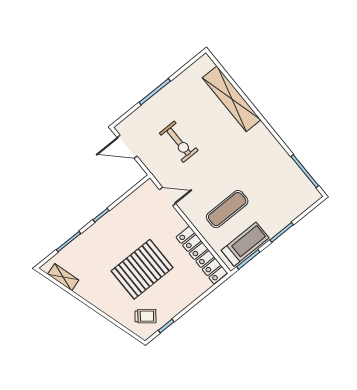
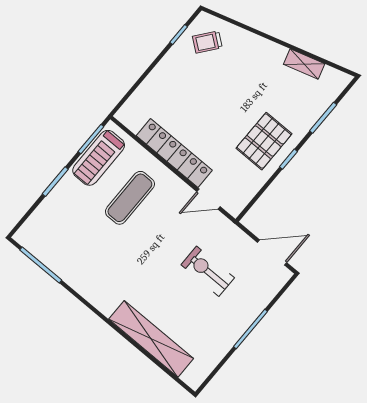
locker: (202, 255) -> (174, 153), moved
pallet: (142, 269) -> (264, 141), moved, width x0.73, depth x0.71
shelving: (63, 277) -> (304, 64), moved

